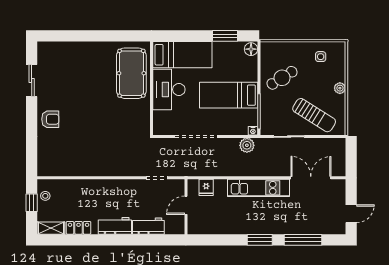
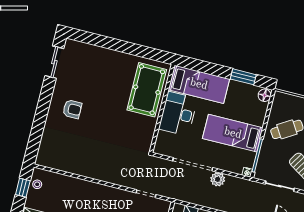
sliding door: (32, 81) -> (54, 62), moved
armchair: (50, 119) -> (72, 109), moved
plant: (247, 145) -> (218, 179), moved

